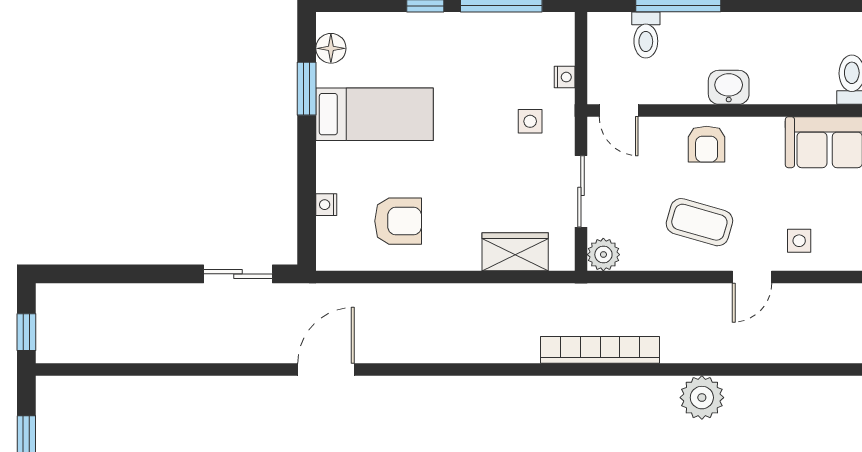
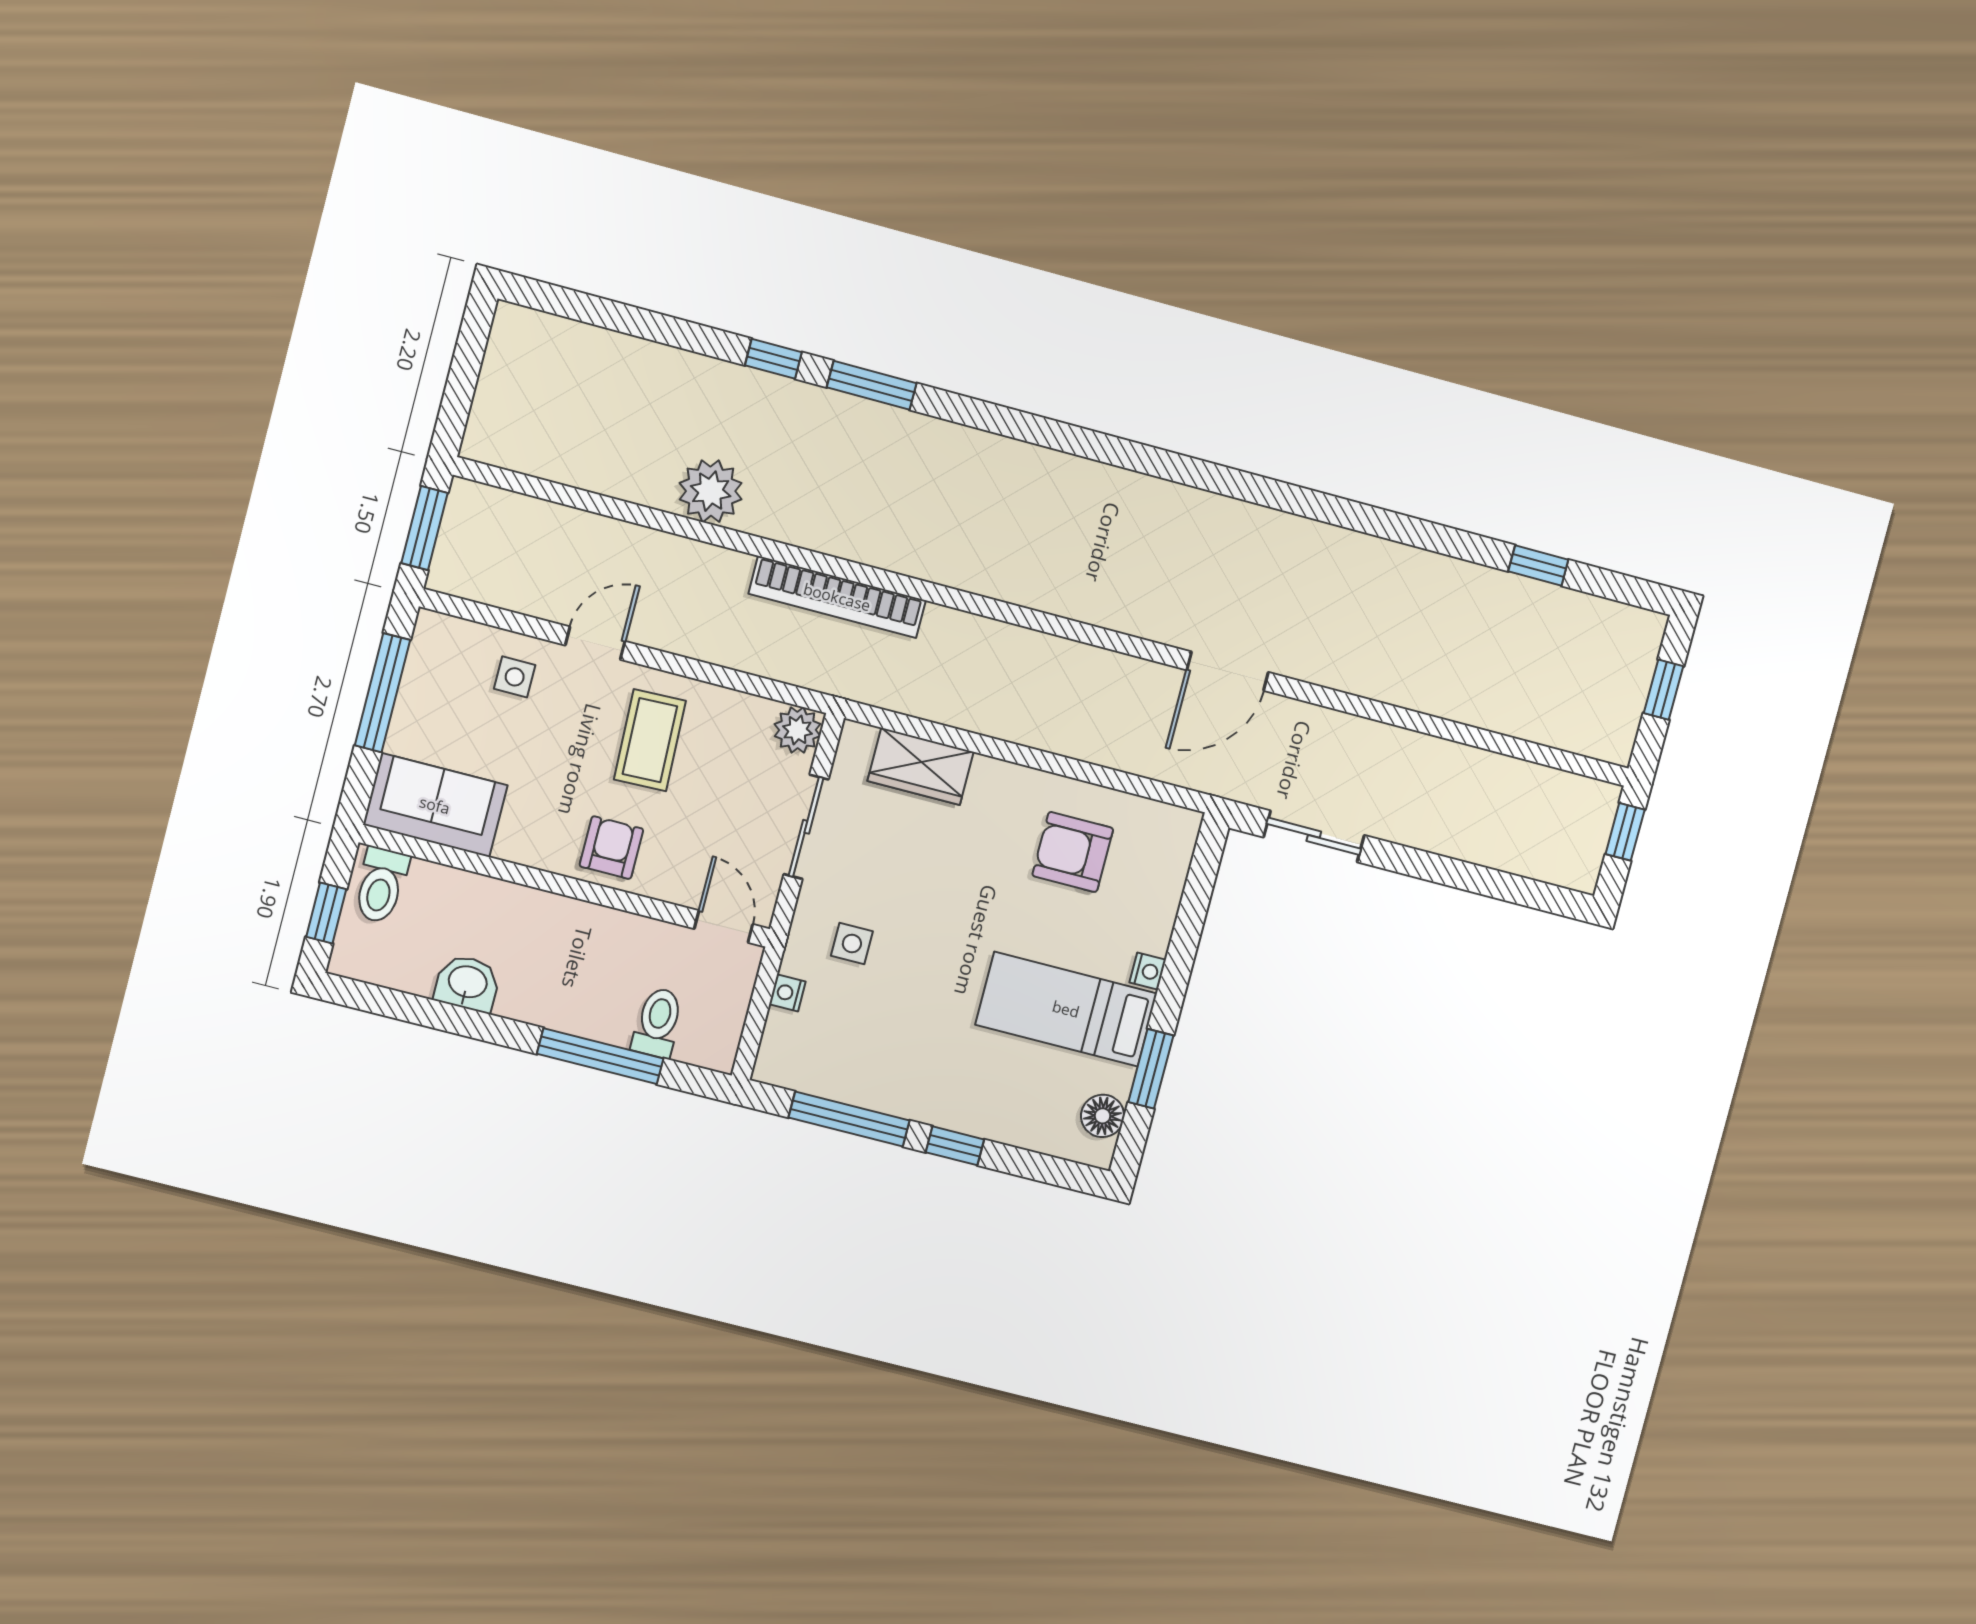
washbasin: (729, 87) -> (467, 983), moved, turned 180
nightstand: (326, 205) -> (1148, 971), moved
coffee table: (699, 222) -> (650, 740), turned 72

